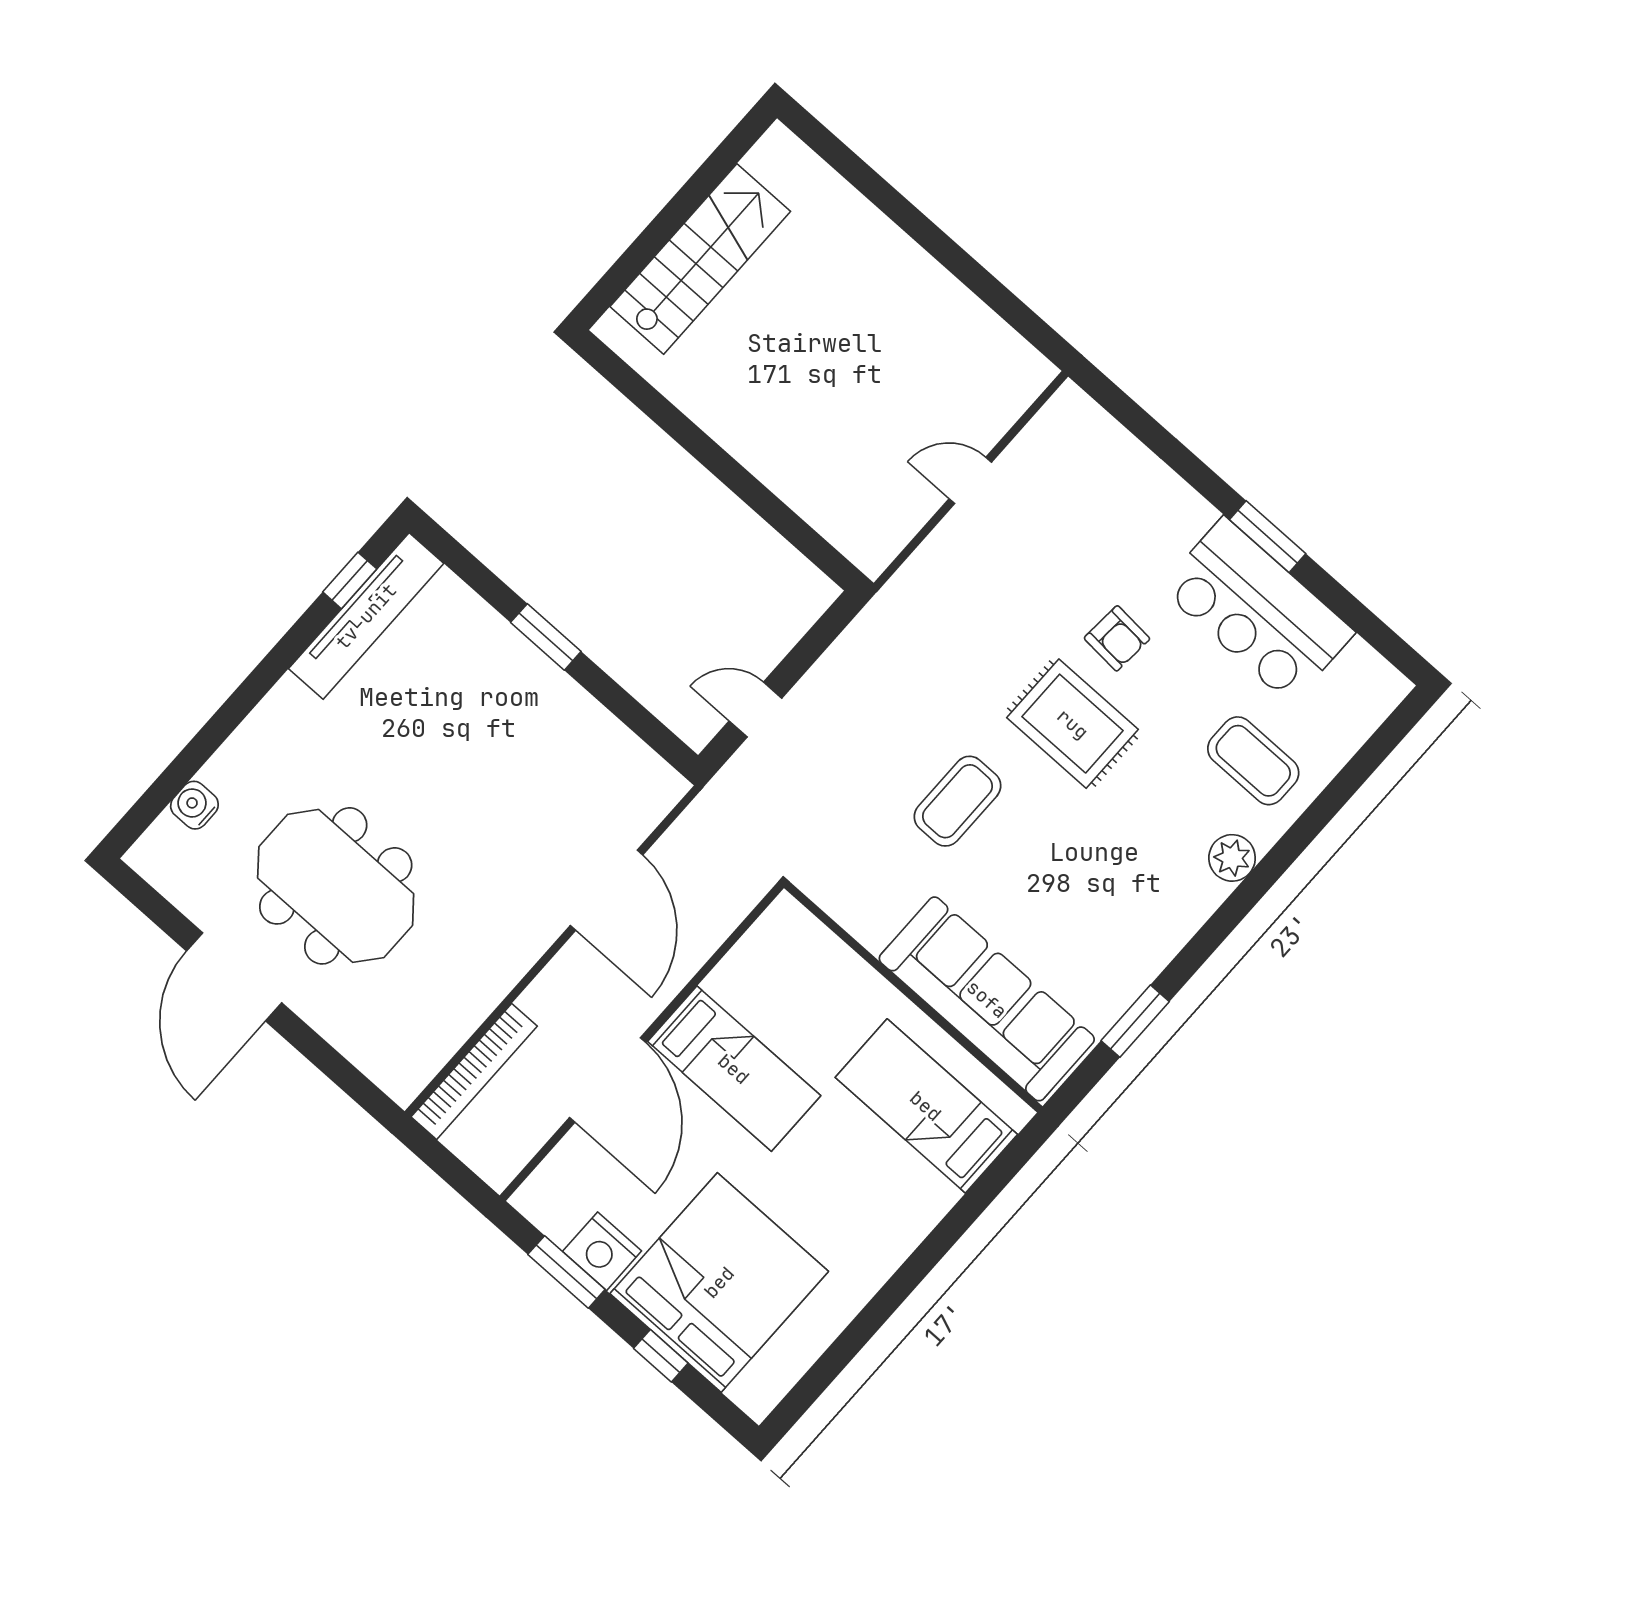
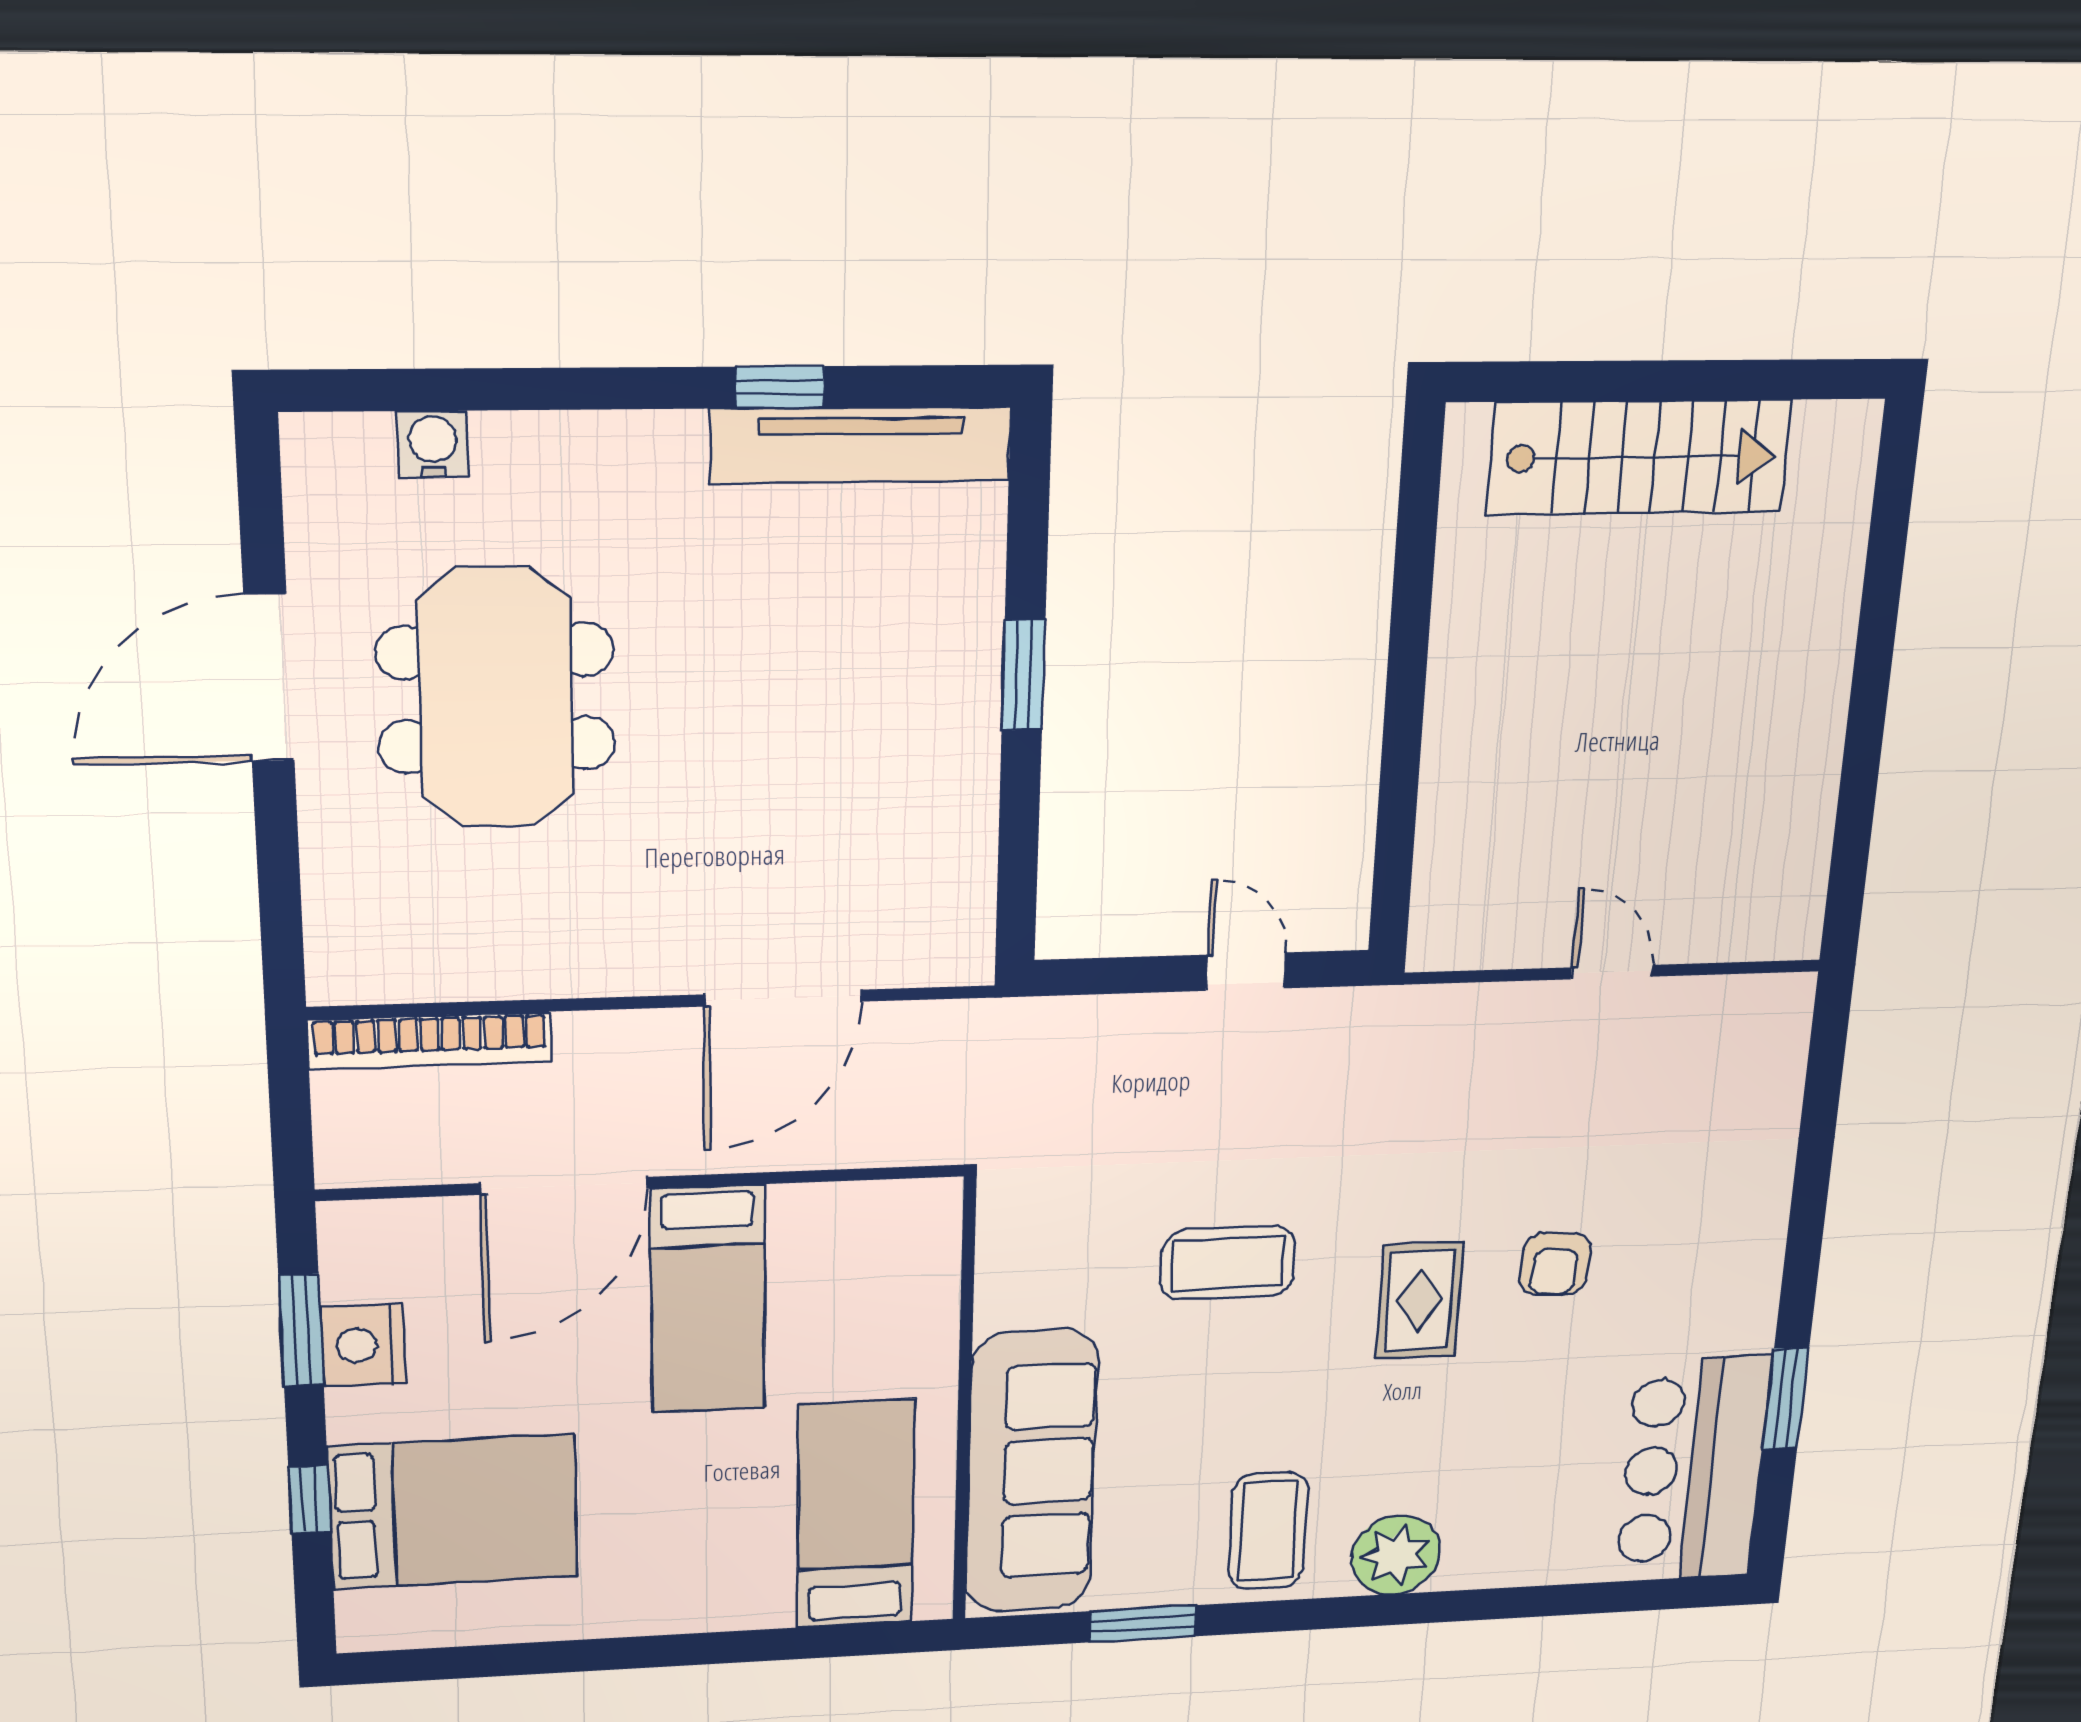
window: (1268, 537) -> (1786, 1398), moved
window: (350, 580) -> (780, 387), moved
bar counter: (1257, 610) -> (1693, 1469), moved
door: (755, 710) -> (1246, 972), moved
rug: (1073, 724) -> (1419, 1300), width x0.73, depth x0.70
coffee table: (1253, 761) -> (1268, 1531), moved
plant: (1232, 858) -> (1396, 1555), width x1.36, depth x1.36
bed: (719, 1282) -> (453, 1512), width x0.73

